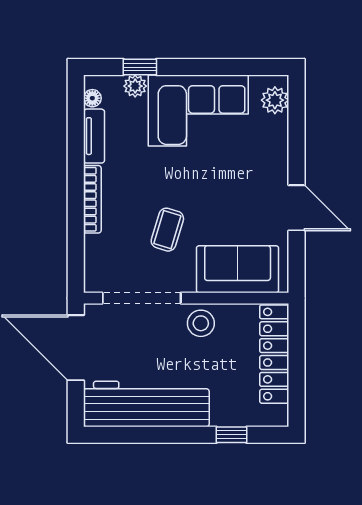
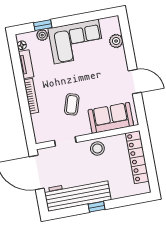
plant: (275, 100) -> (116, 41), moved
doorway: (142, 298) -> (65, 141), width x0.53
window: (232, 435) -> (96, 207), moved

